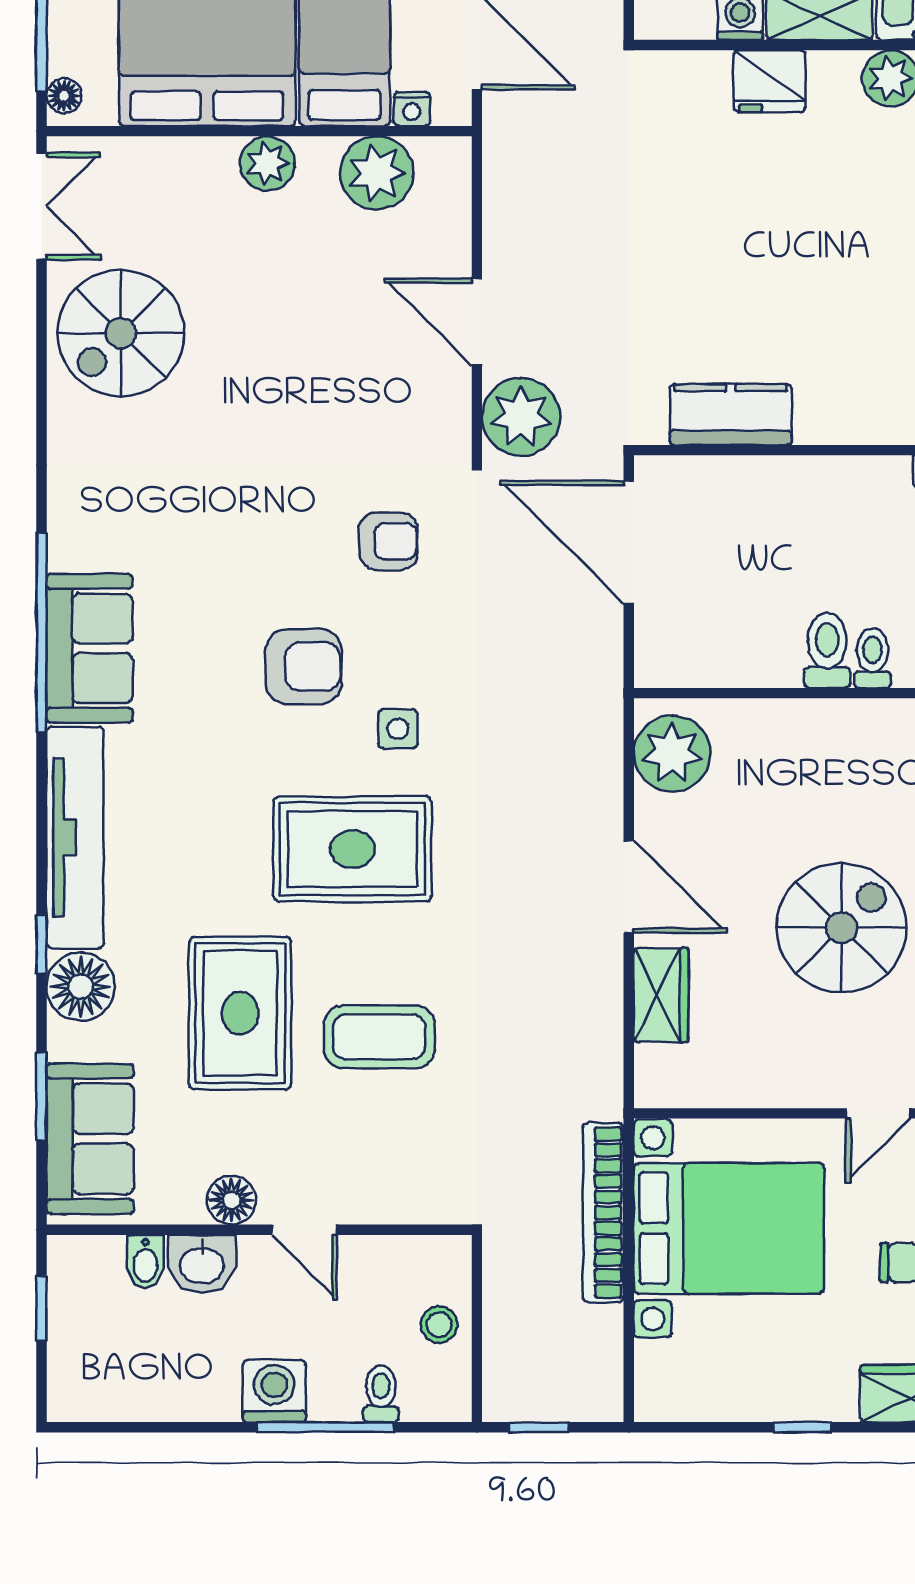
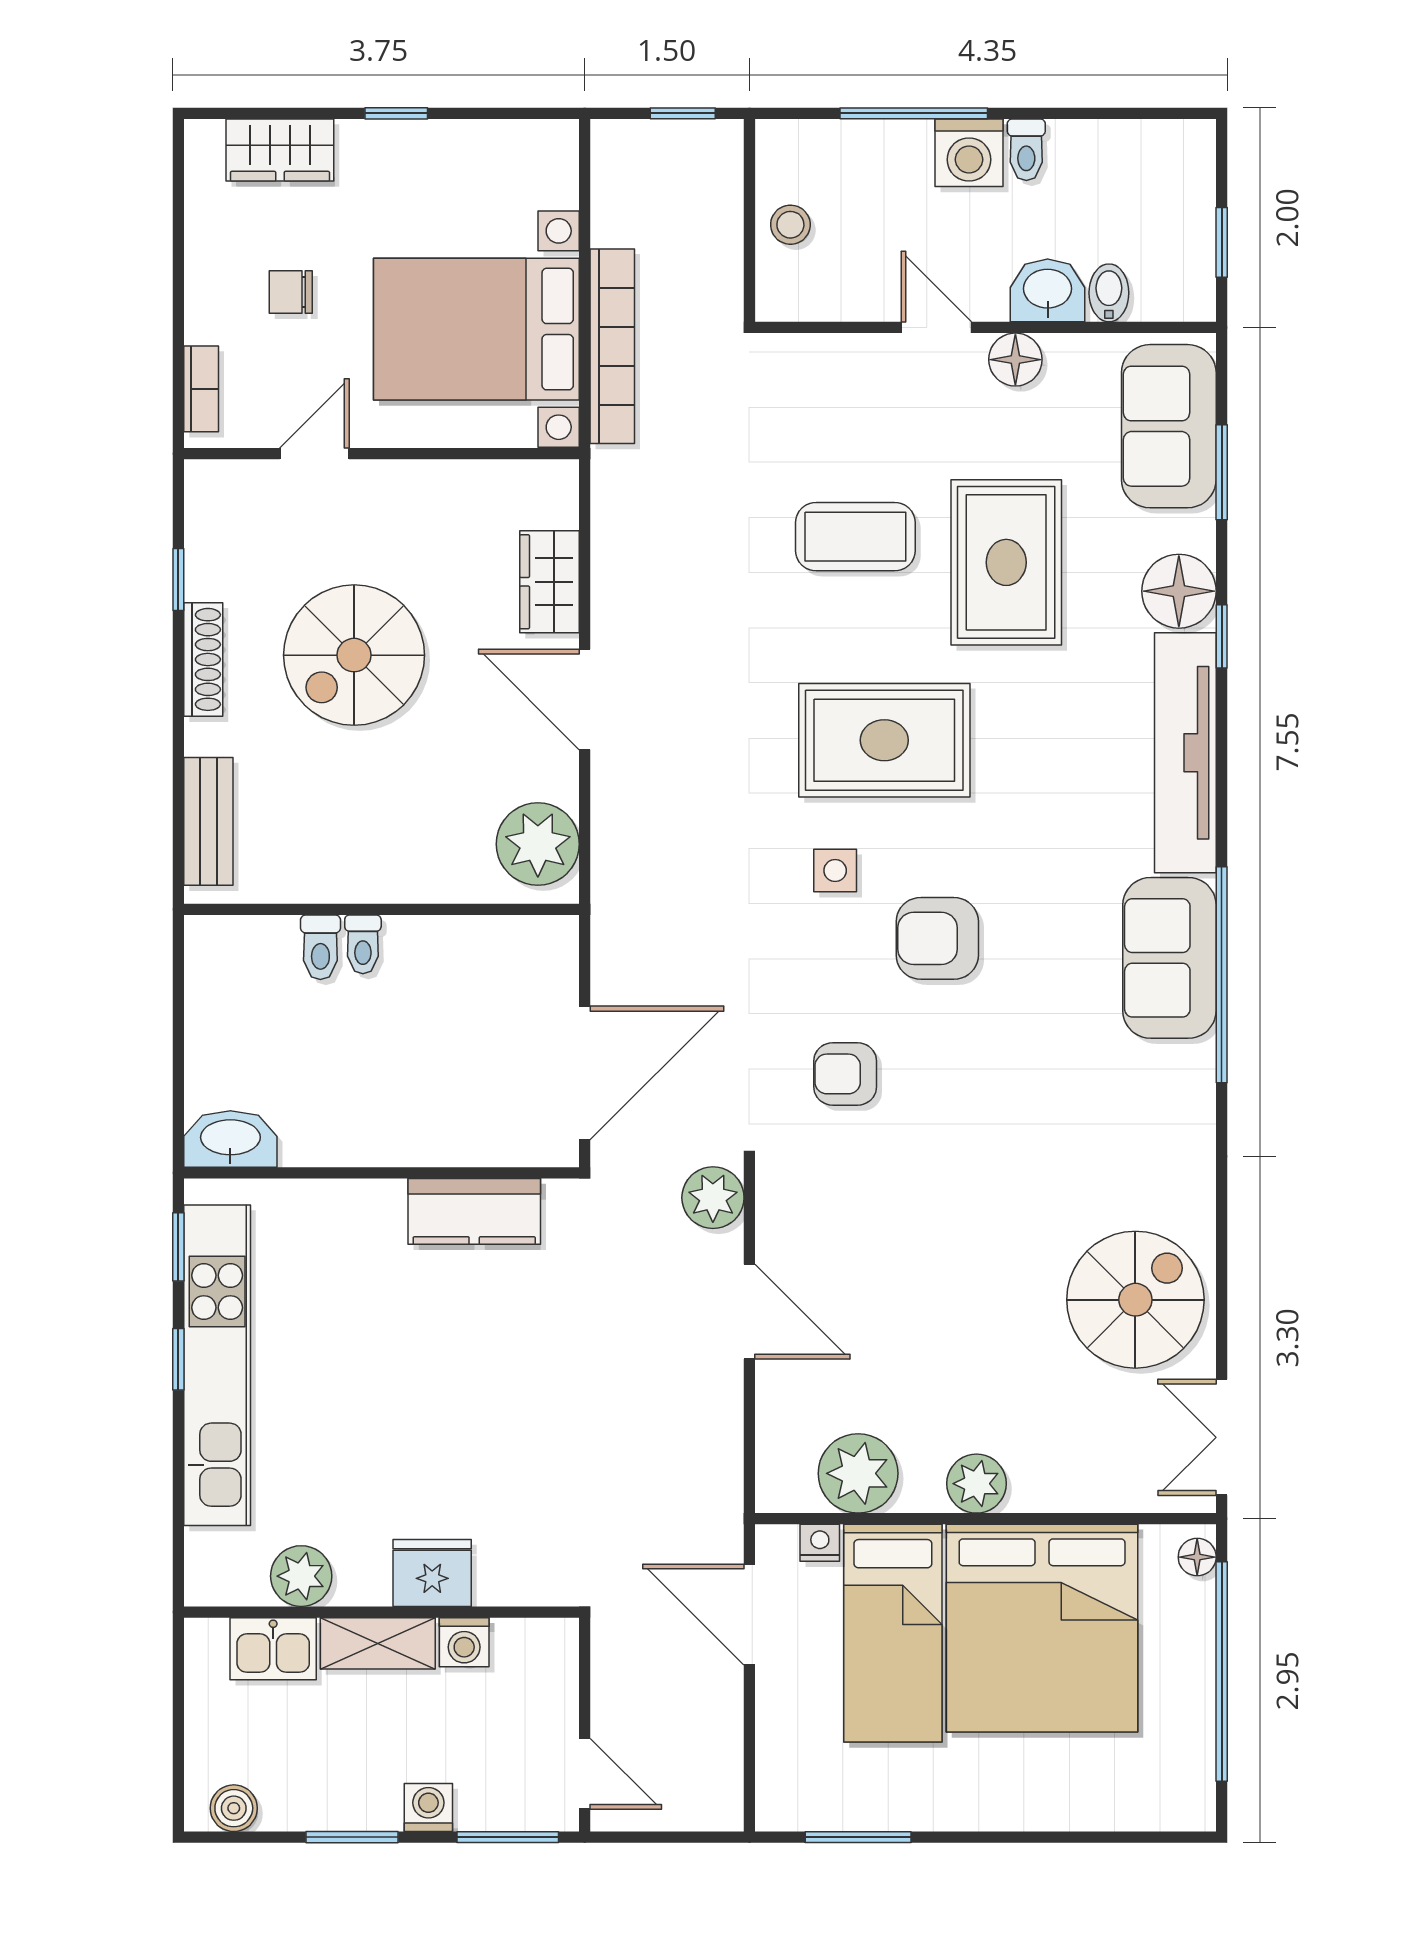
plant: (521, 417) -> (713, 1198), width x0.73, depth x0.73
door: (629, 542) -> (585, 1073), hinge flipped
toilet: (827, 650) -> (363, 944), width x0.73, depth x0.72
toilet: (381, 1394) -> (1026, 150), moved

